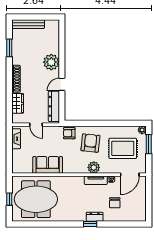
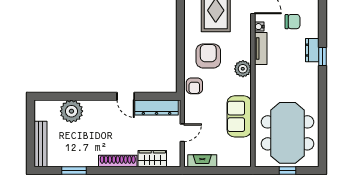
plant: (51, 62) -> (71, 111), moved
armchair: (90, 143) -> (208, 56), turned 84
plant: (94, 167) -> (243, 69), moved

